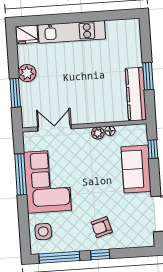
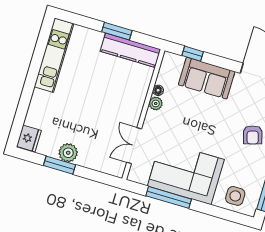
kitchen unit: (72, 32) -> (54, 55), moved
window: (15, 93) -> (59, 165), moved

